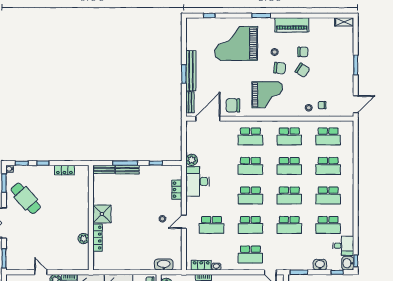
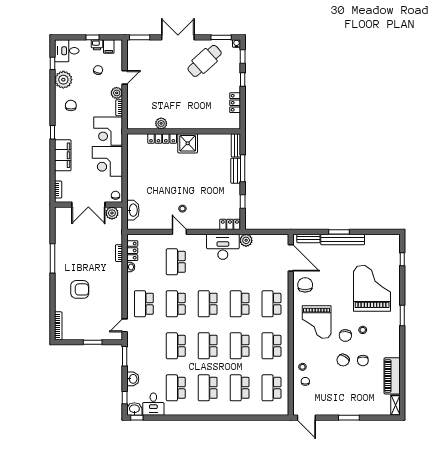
piano: (292, 25) -> (392, 376), moved
locker: (177, 190) -> (230, 224), moved

